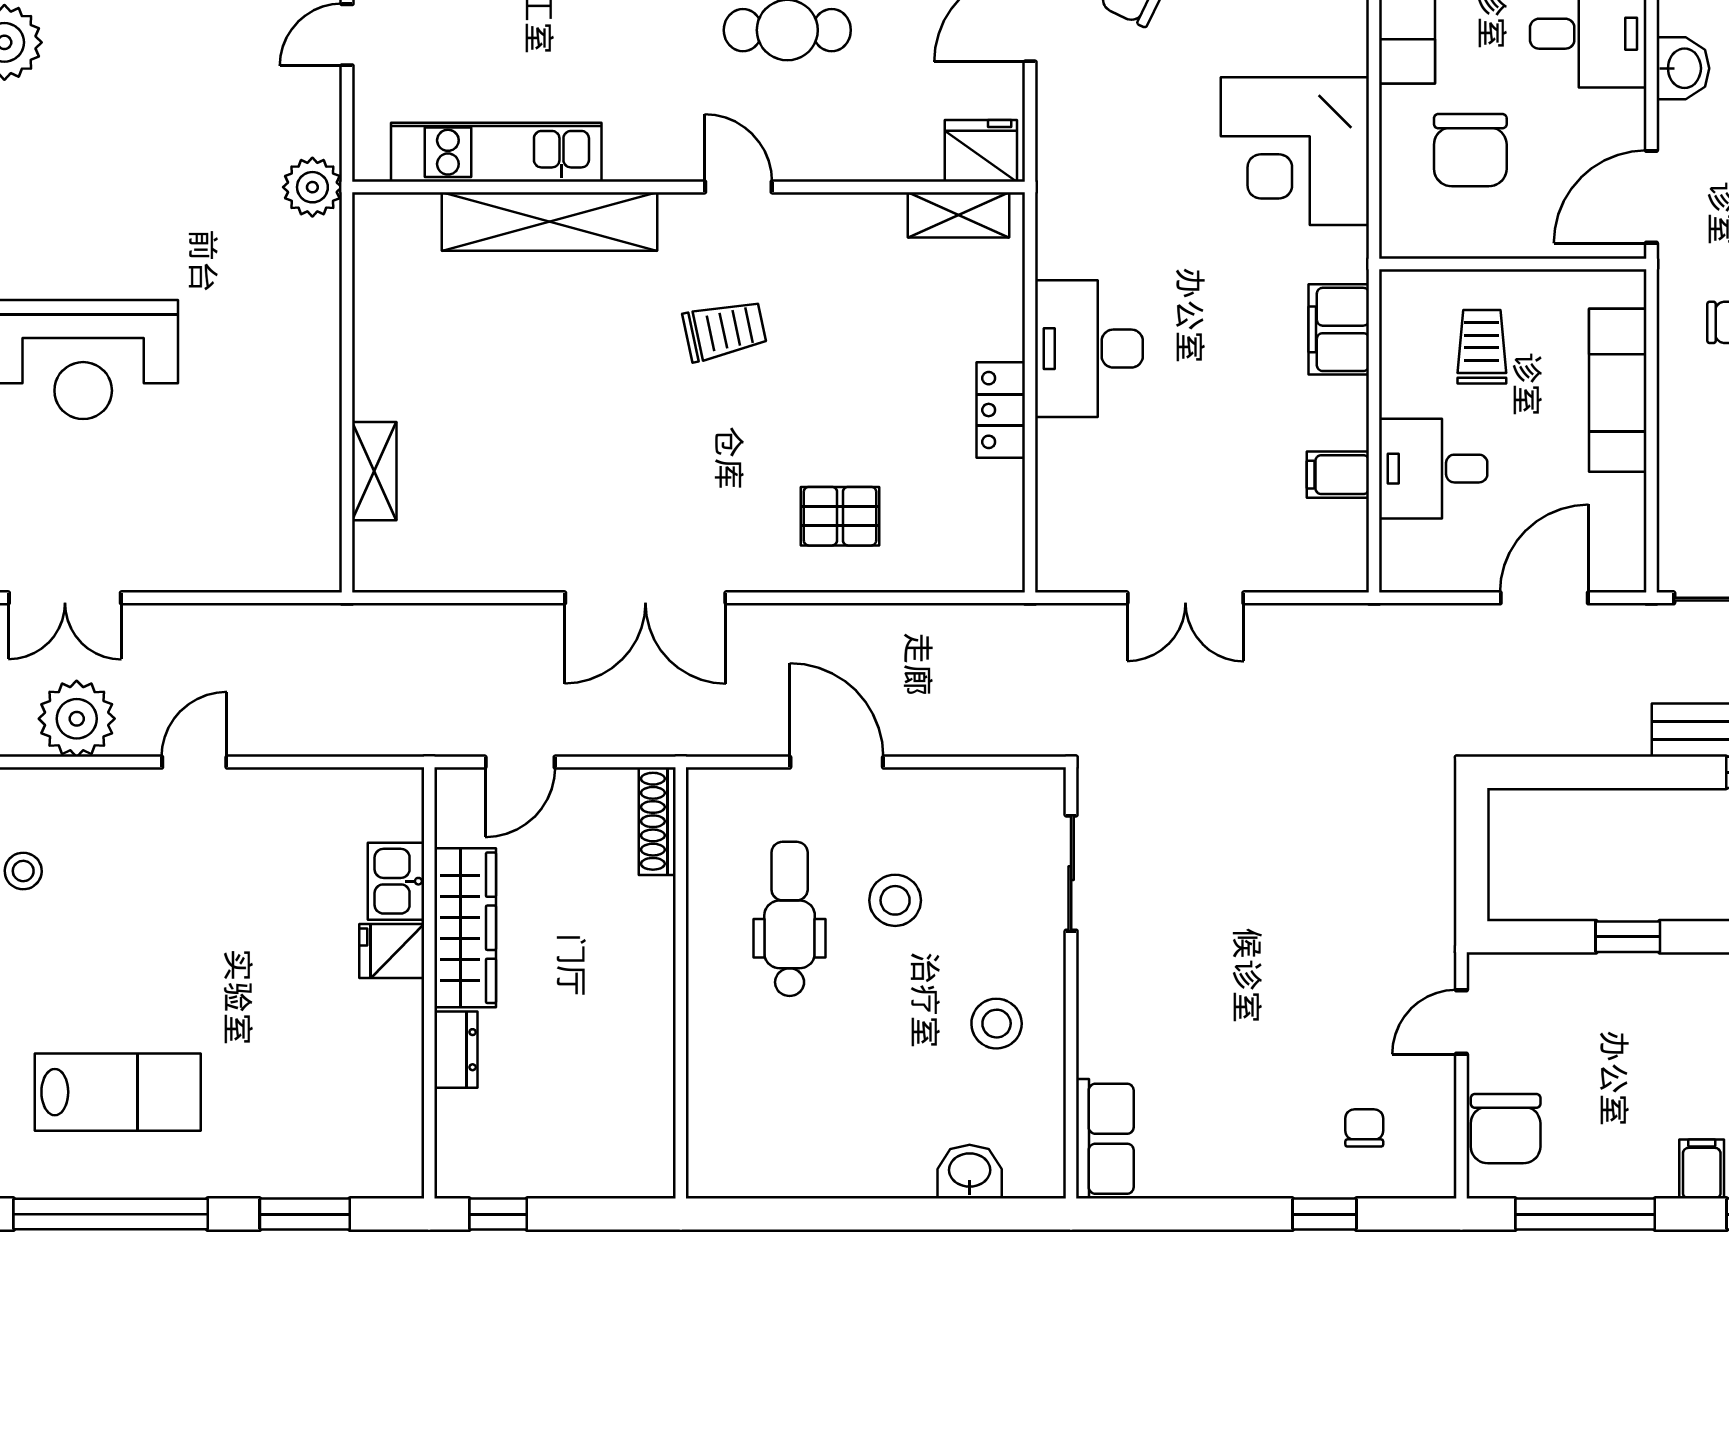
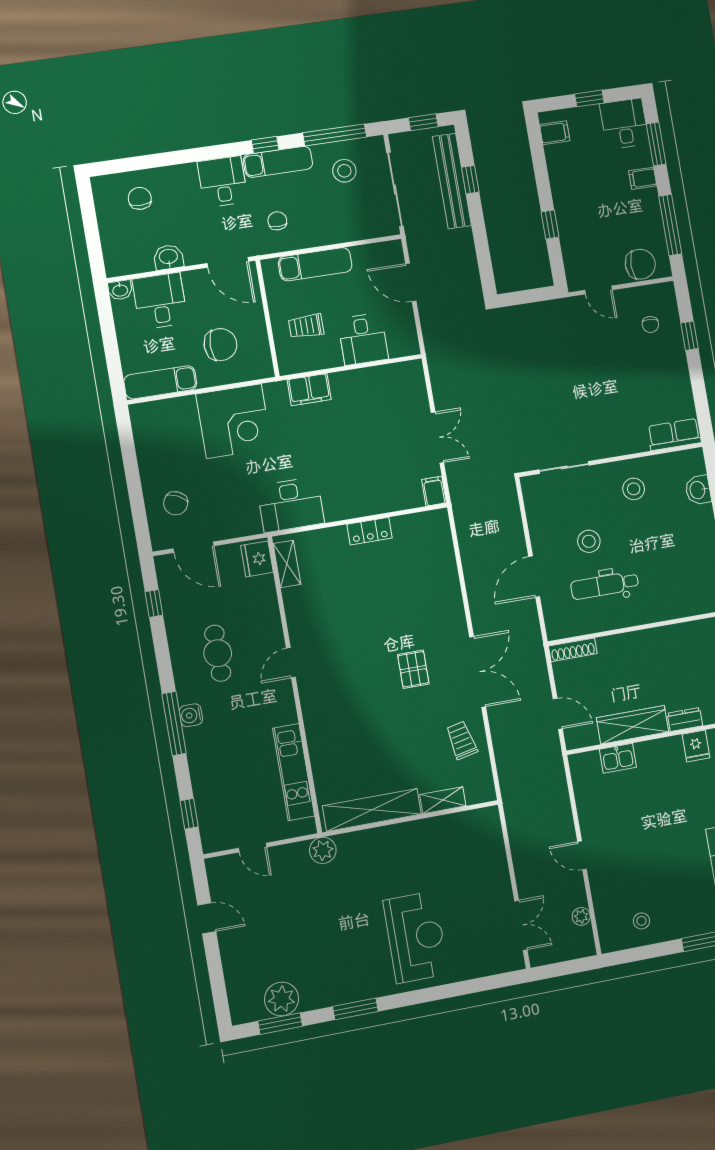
shelving: (549, 221) -> (372, 810), moved, turned 90
trolley: (725, 330) -> (462, 740), moved
desk: (1089, 349) -> (291, 505), moved
filing cabinet: (1338, 475) -> (434, 491), moved, turned 180
pallet: (840, 516) -> (413, 669), moved
plant: (77, 719) -> (581, 916), width x0.53, depth x0.53
fridge: (392, 951) -> (696, 746), moved
chair: (1364, 1128) -> (650, 324), turned -85

